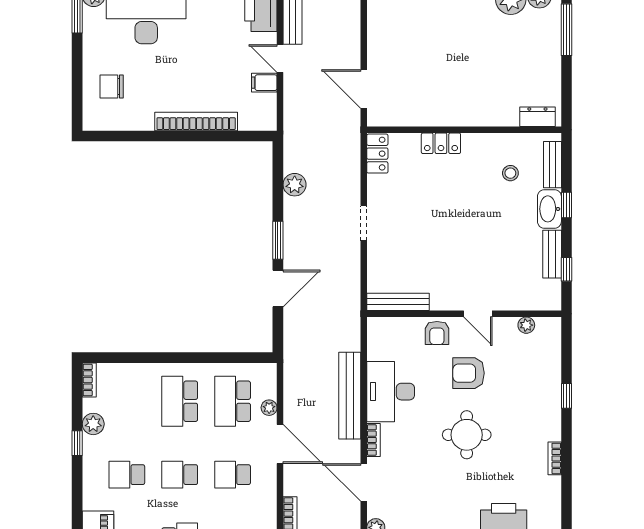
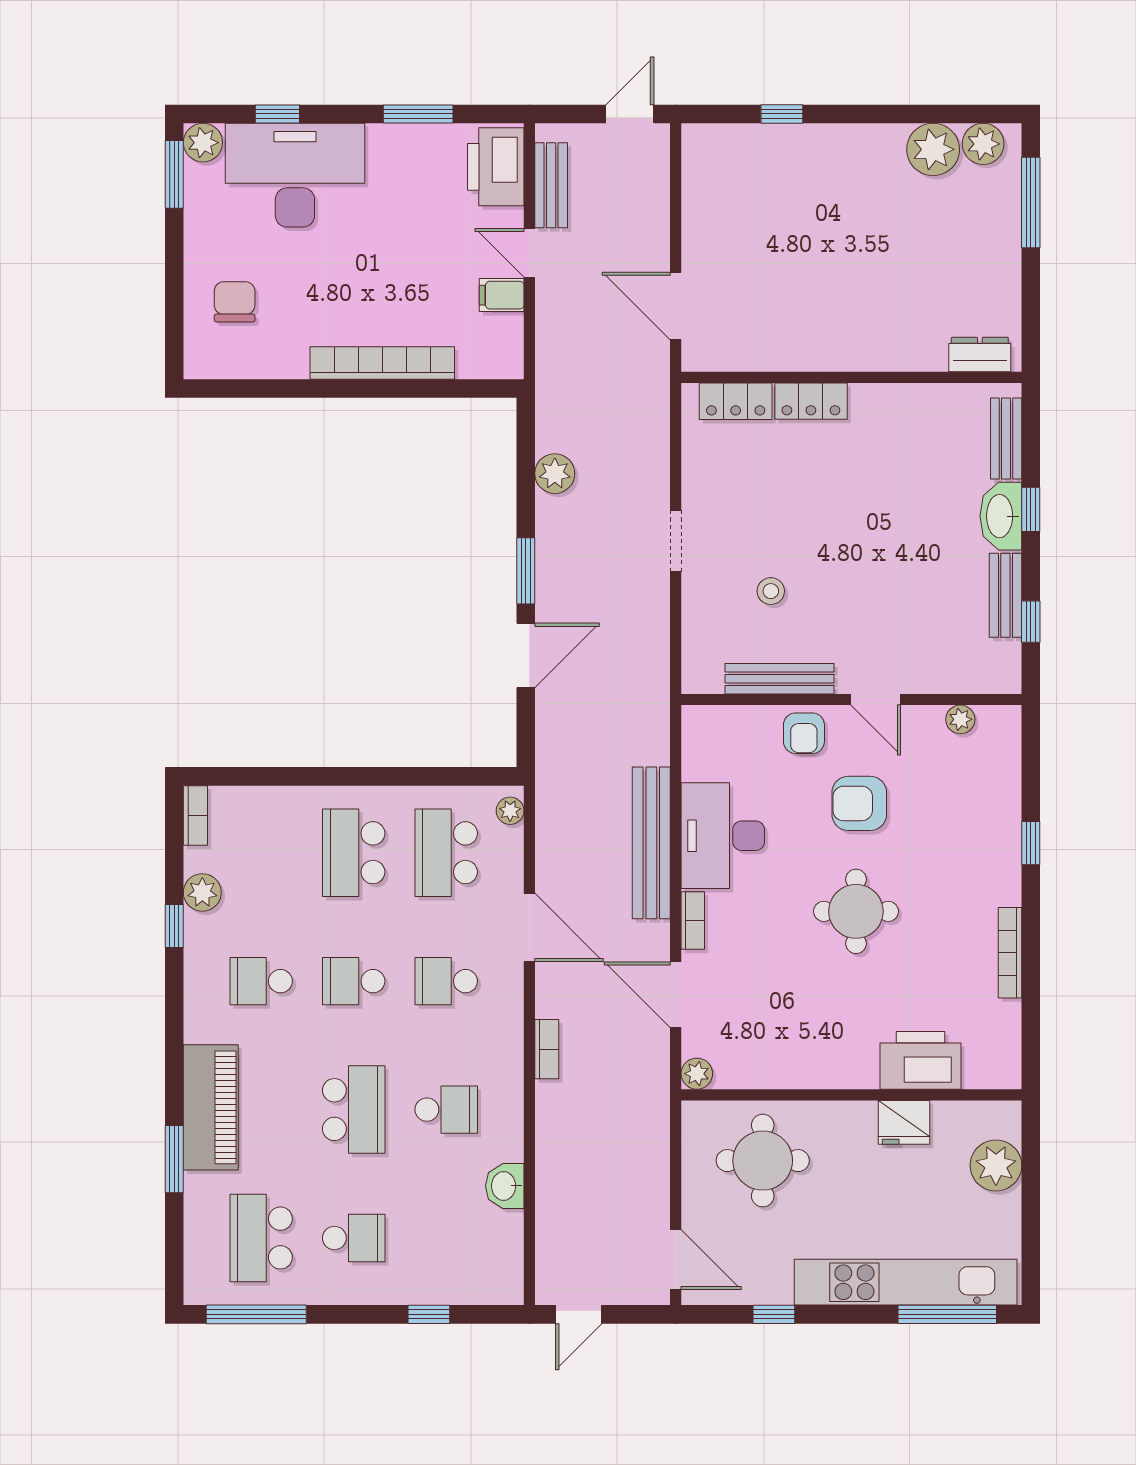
chair: (112, 87) -> (235, 302), turned 90
locker: (377, 154) -> (736, 401), moved, turned 90
stool: (510, 173) -> (771, 591), moved
bench: (398, 302) -> (779, 679), moved
plant: (269, 408) -> (510, 811), moved
bookcase: (555, 458) -> (1010, 953), width x1.56

